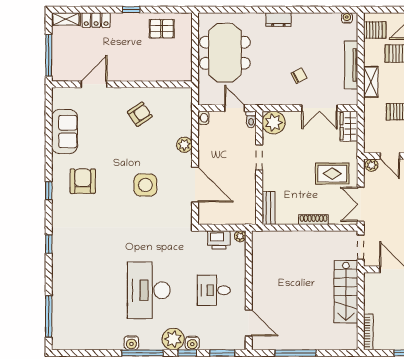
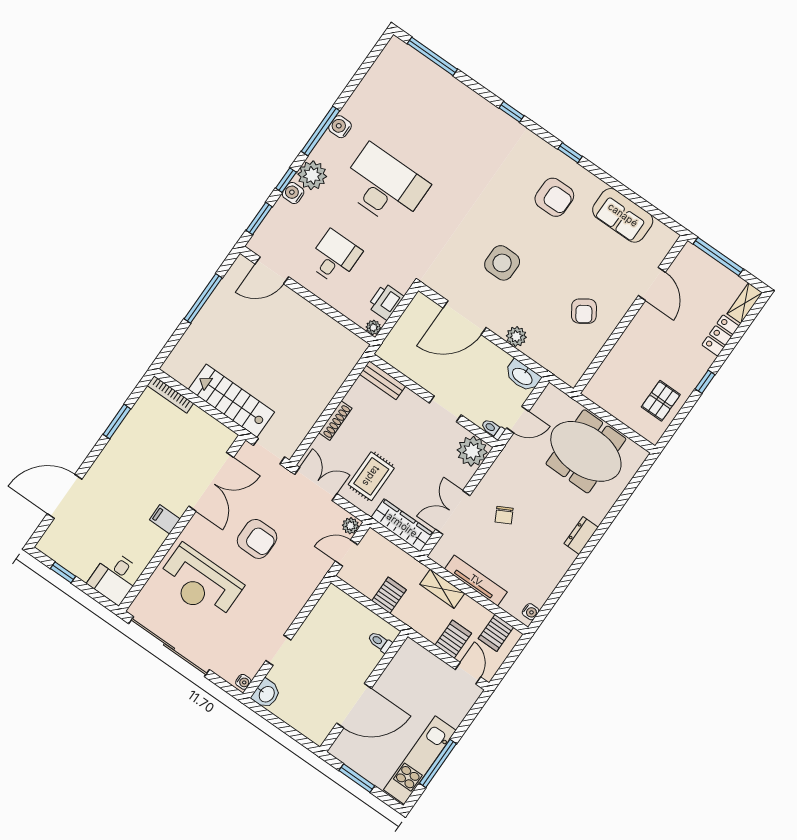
washbasin: (203, 118) -> (523, 376), width x1.91, depth x1.45
wardrobe: (349, 126) -> (402, 525), width x1.50

